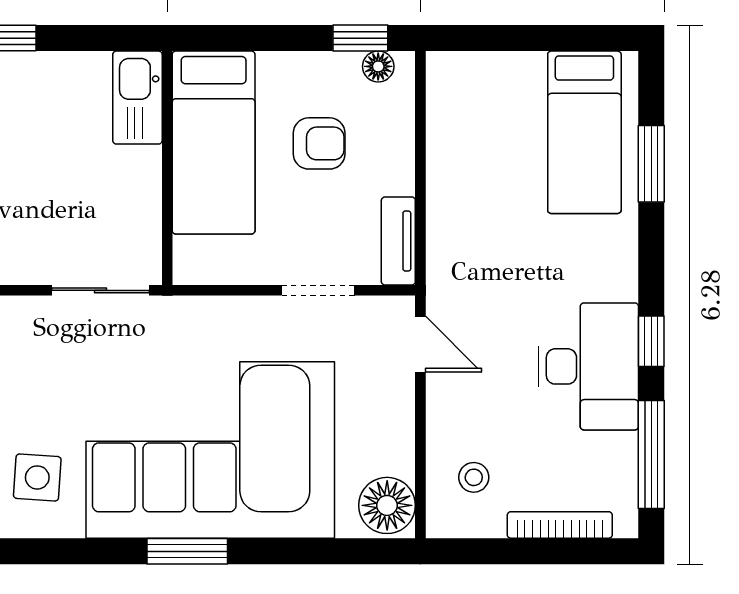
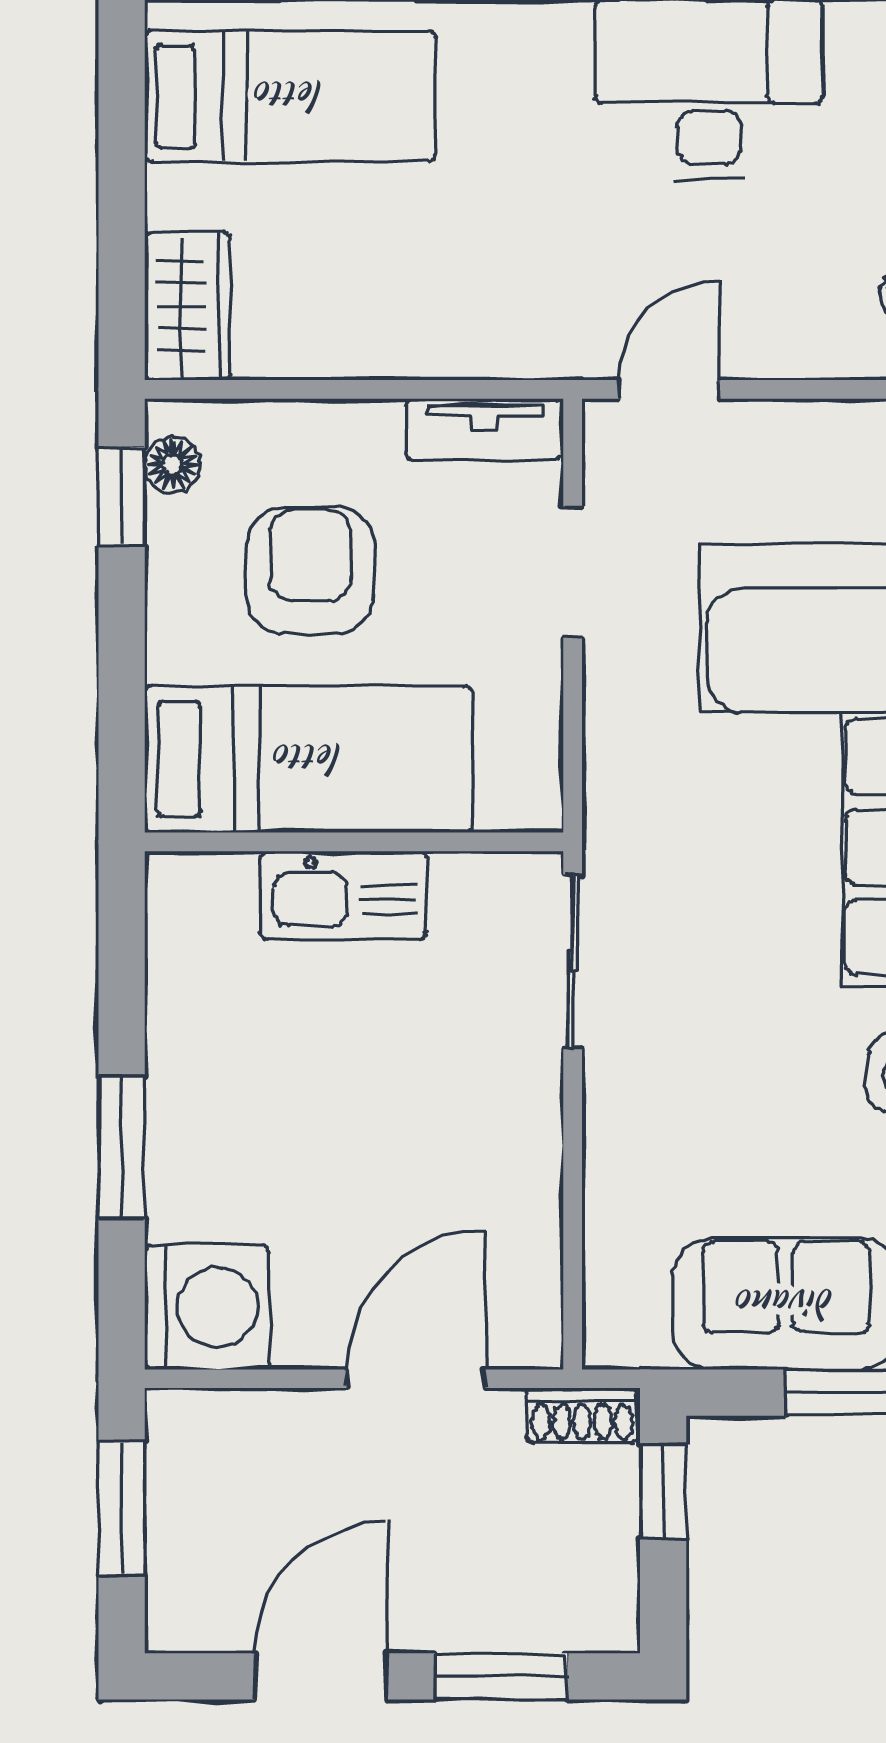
wardrobe: (467, 75) -> (188, 306), added
kitchen sink: (137, 98) -> (344, 895), moved
armchair: (319, 143) -> (310, 570), width x1.38, depth x1.38

